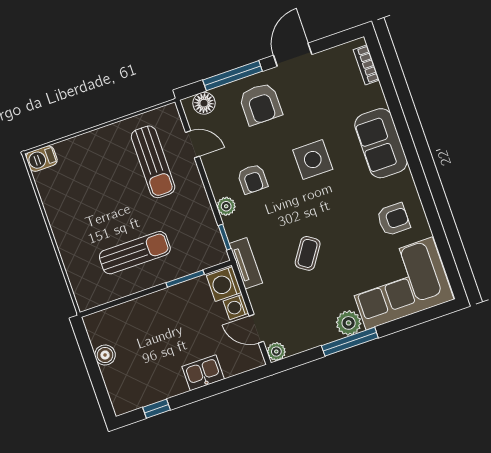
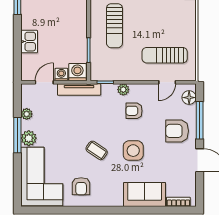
sofa: (381, 143) -> (145, 194), moved
coffee table: (308, 253) -> (97, 150), moved
tv unit: (246, 263) -> (79, 89), width x1.41
plant: (276, 352) -> (27, 114), moved

